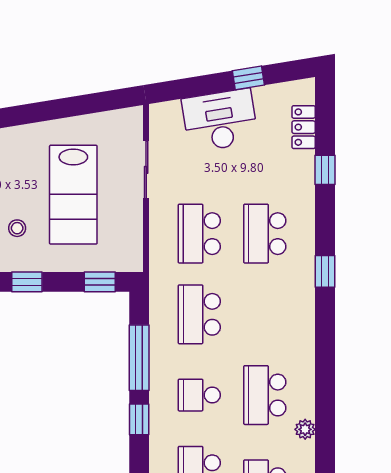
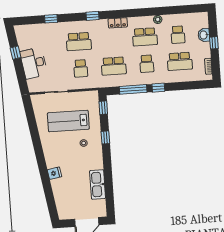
locker: (304, 127) -> (118, 23), moved
lab bench: (73, 195) -> (68, 121), turned 180
school desk: (199, 234) -> (81, 68), width x0.54

